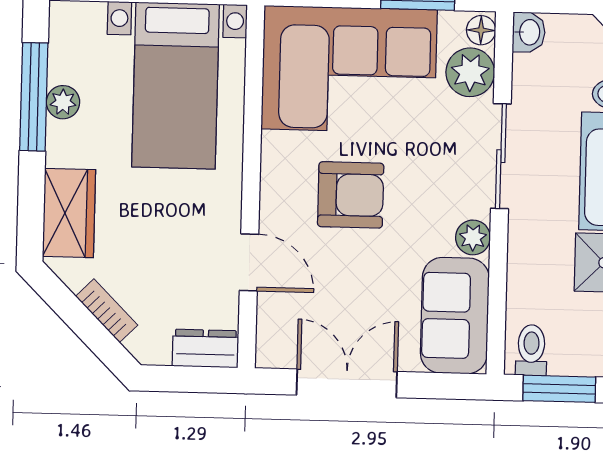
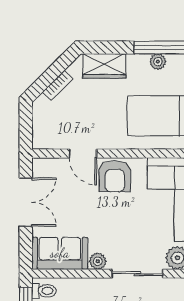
armchair: (351, 195) -> (115, 176), moved
door: (249, 262) -> (83, 153), hinge flipped
dresser: (205, 348) -> (41, 134), removed

